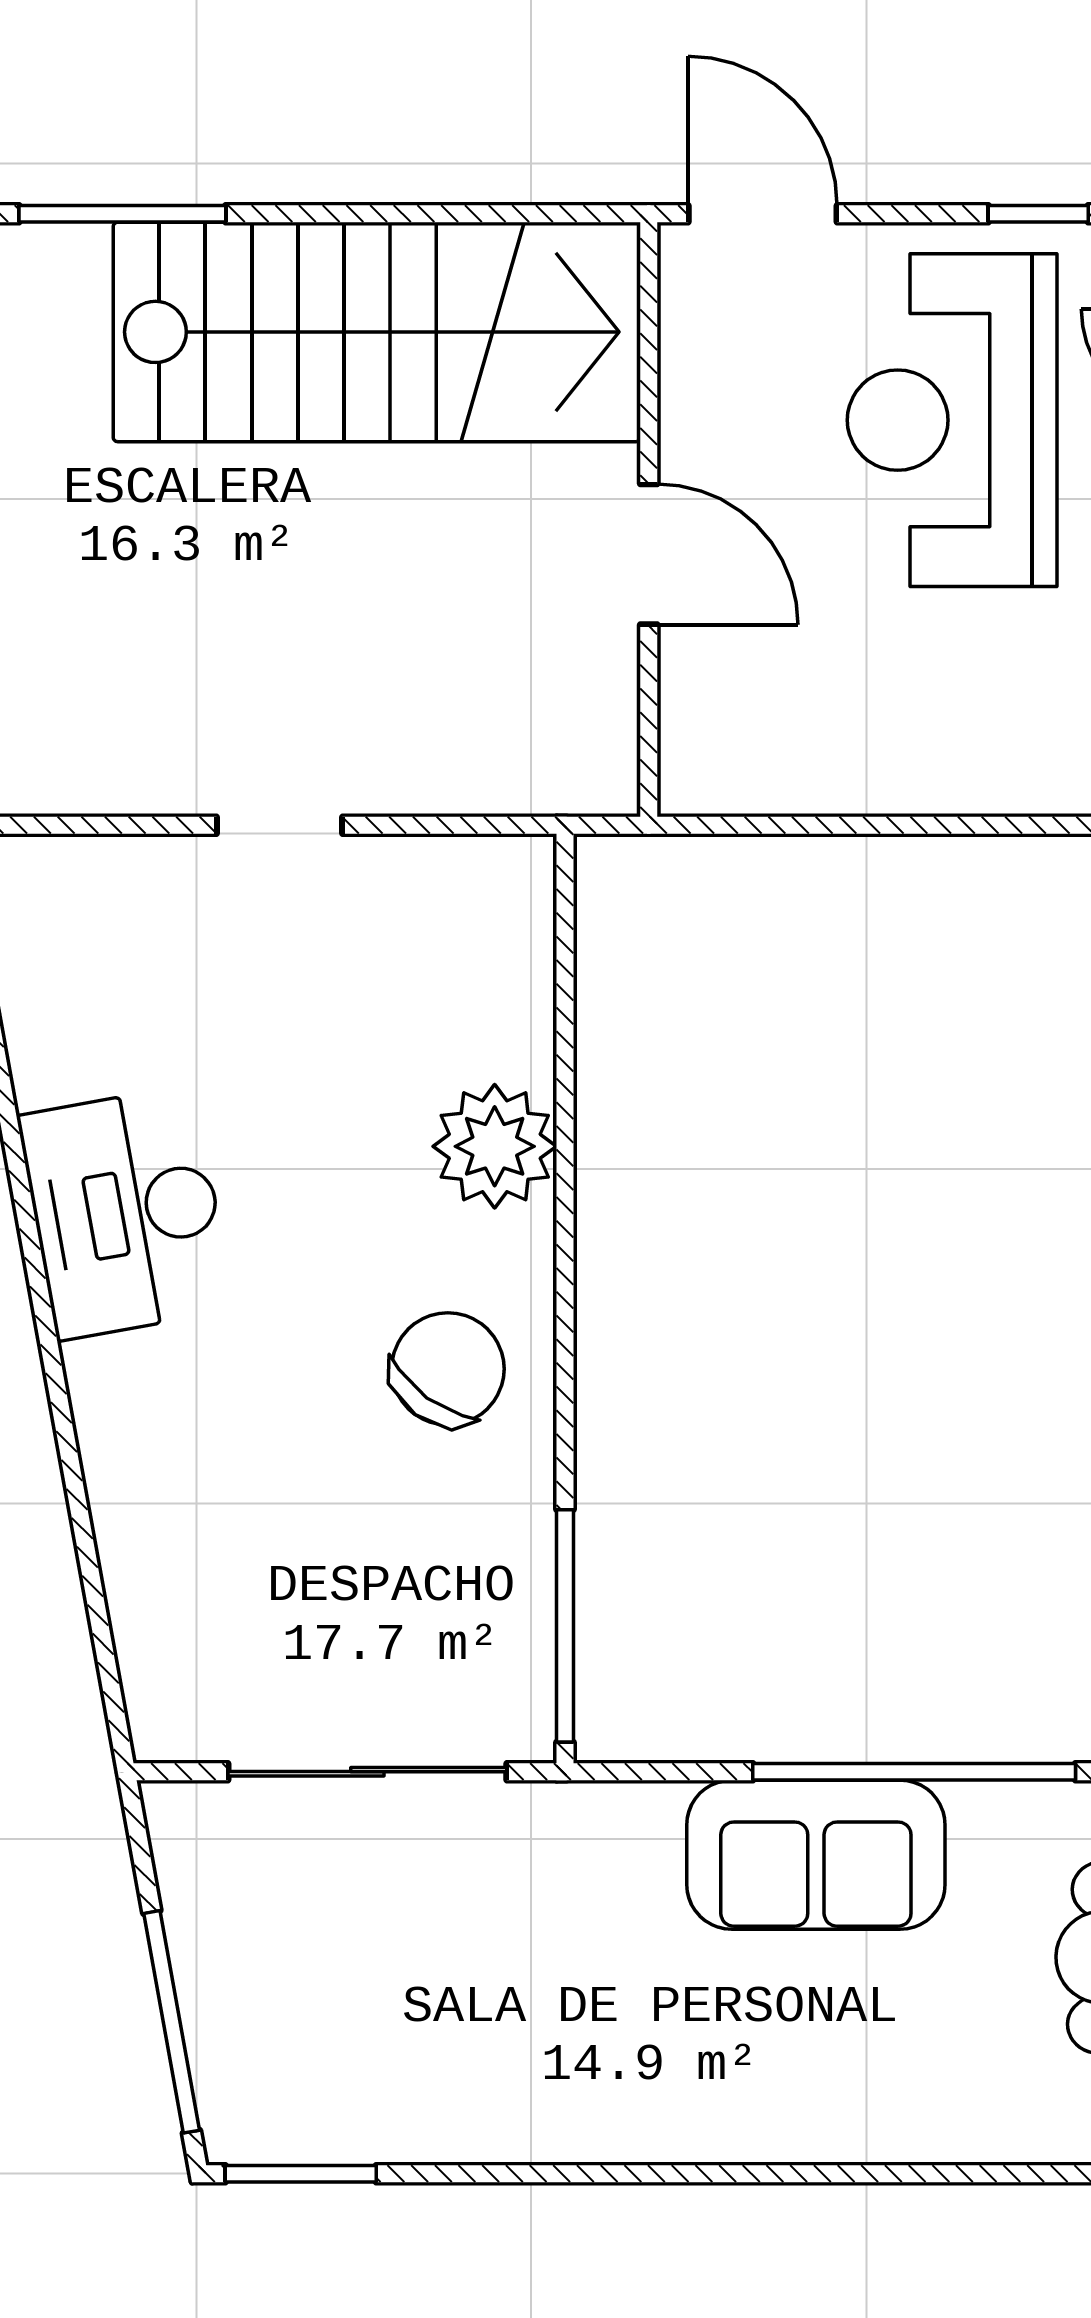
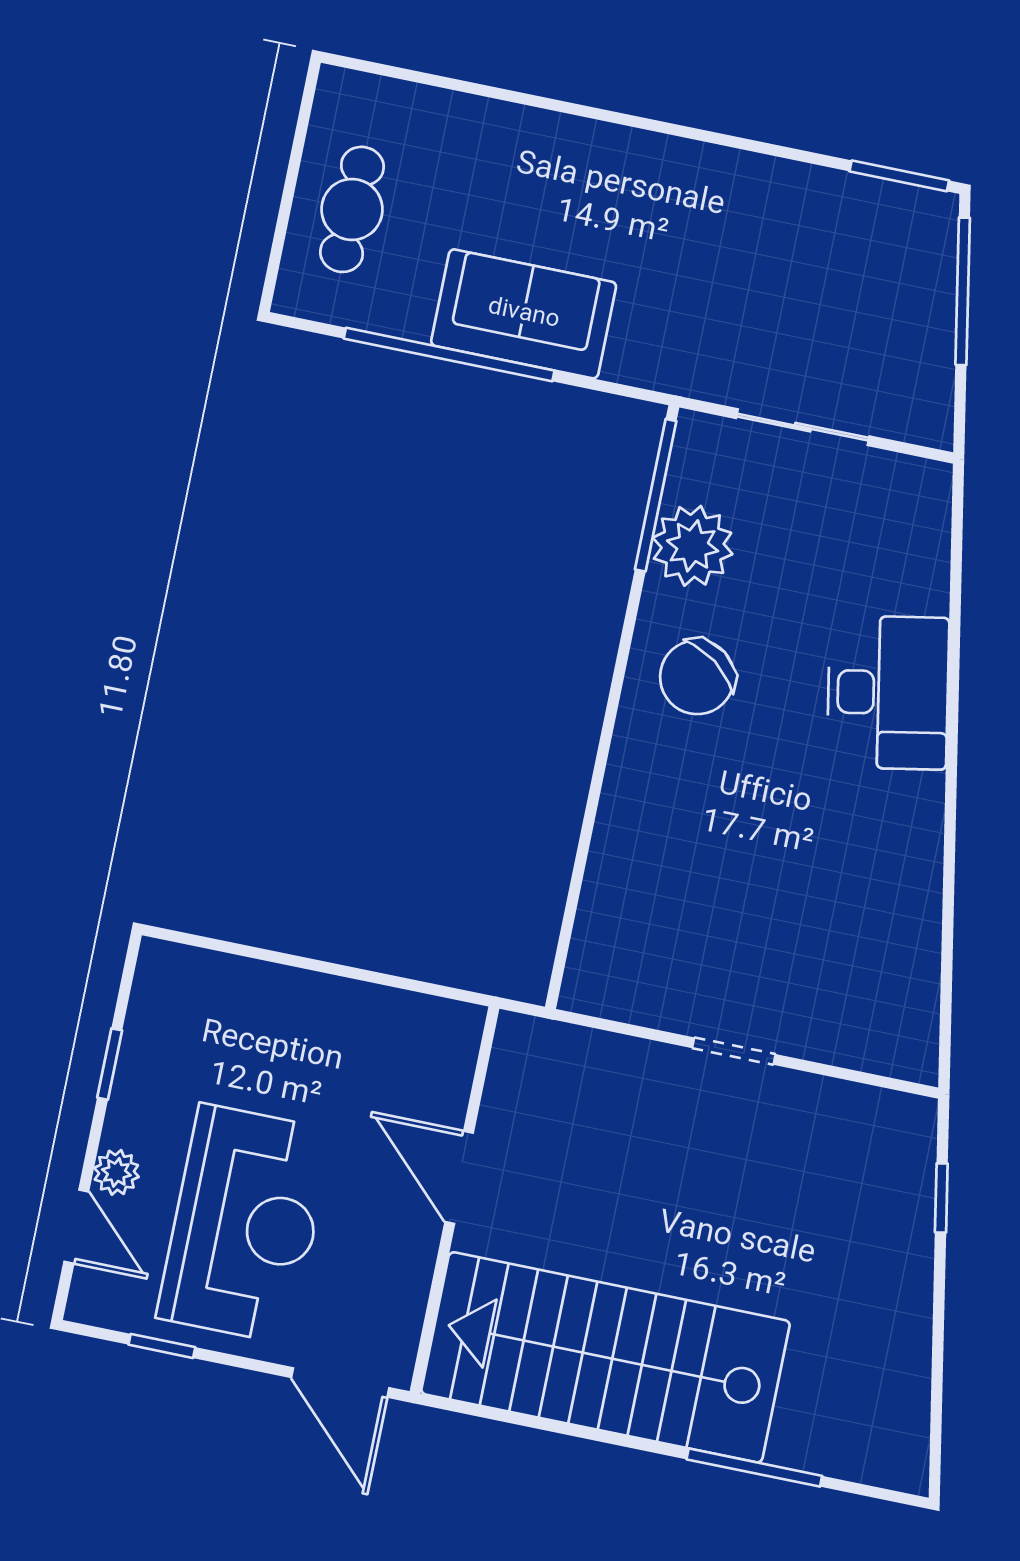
plant: (495, 1146) -> (693, 546), moved
desk: (126, 1213) -> (888, 692), moved
sliding door: (367, 1772) -> (803, 427), width x0.73

